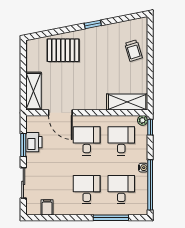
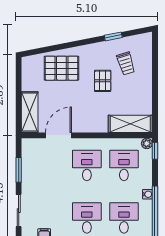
window: (93, 24) -> (113, 36), moved
trolley: (133, 51) -> (126, 63), moved
pallet: (101, 62) -> (103, 81), added
door: (60, 113) -> (59, 135), swing flipped
printer: (34, 142) -> (30, 167), removed

